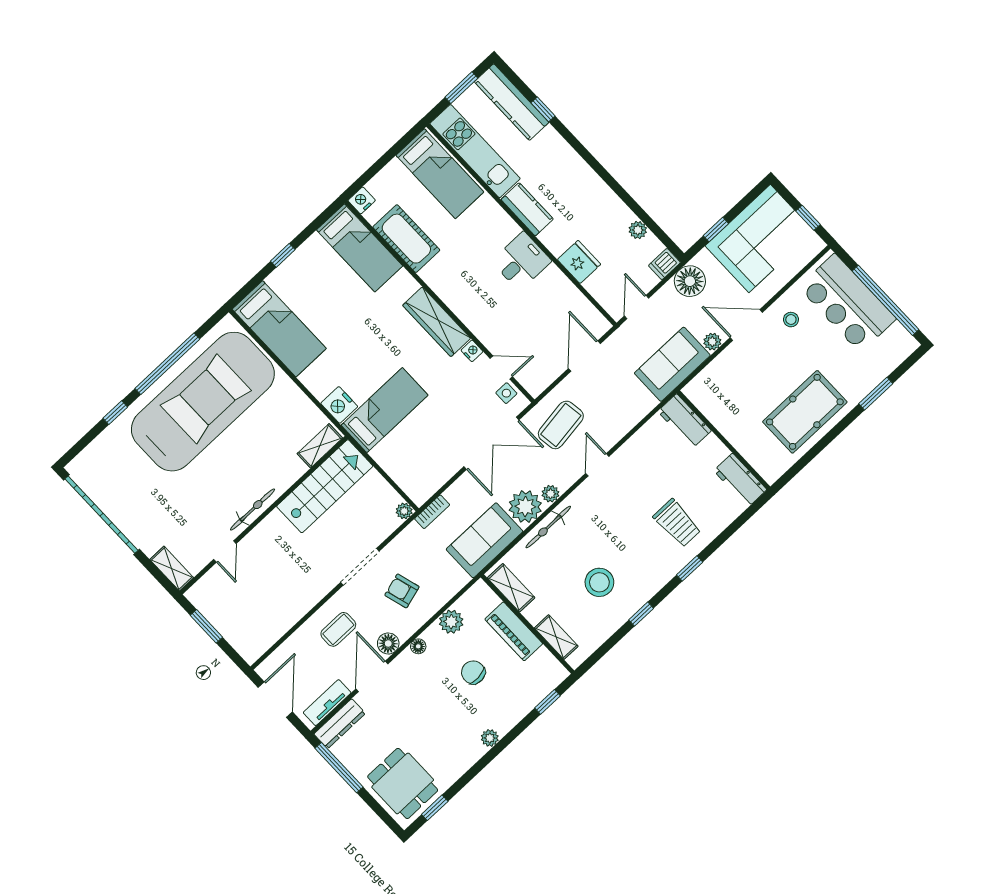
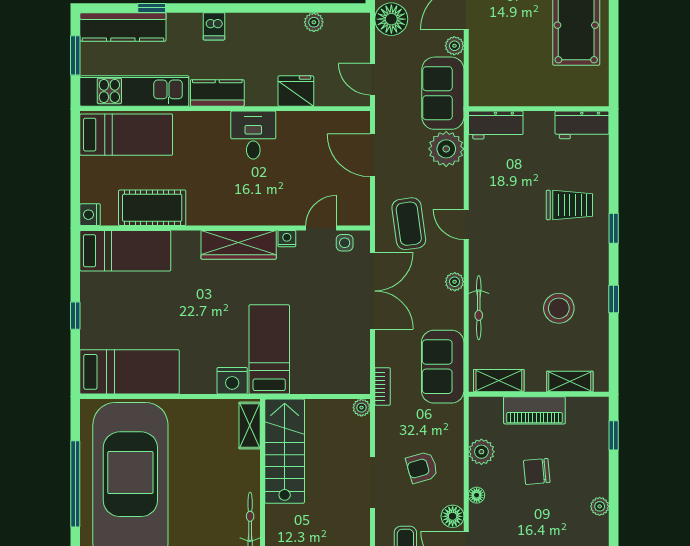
dishwasher: (664, 264) -> (214, 26), moved
plant: (525, 507) -> (446, 149), moved

